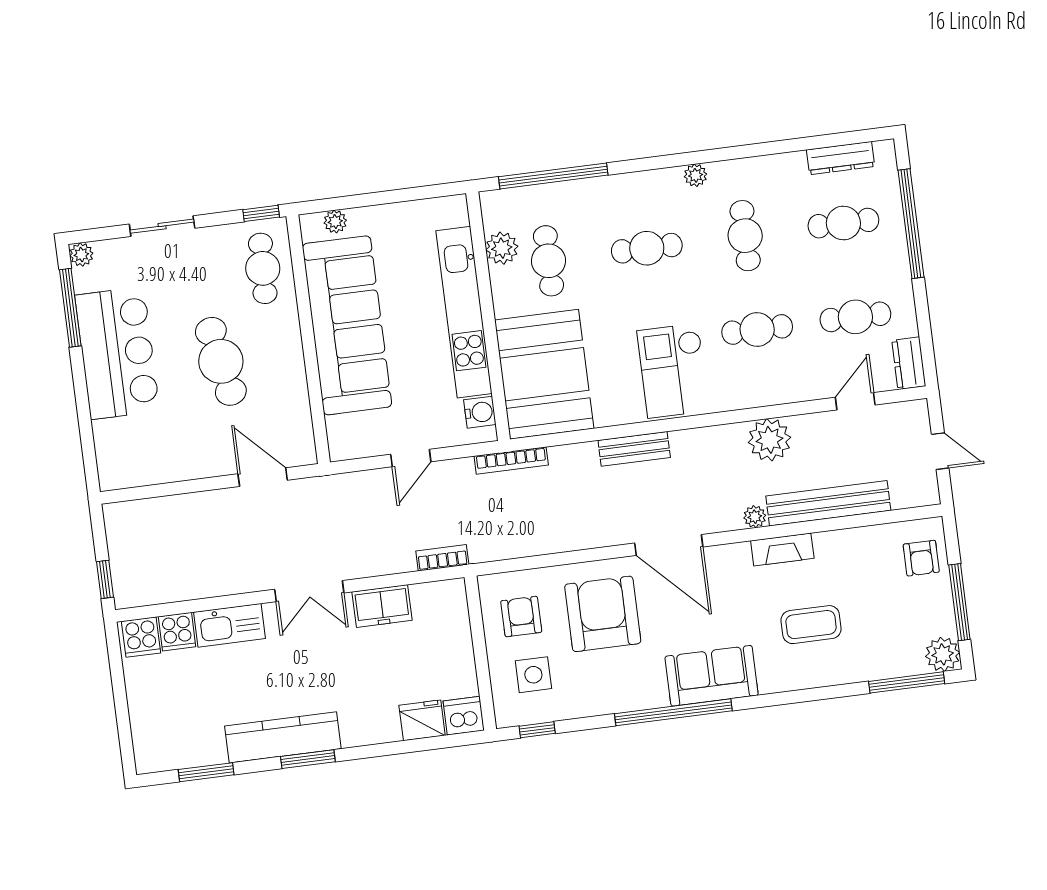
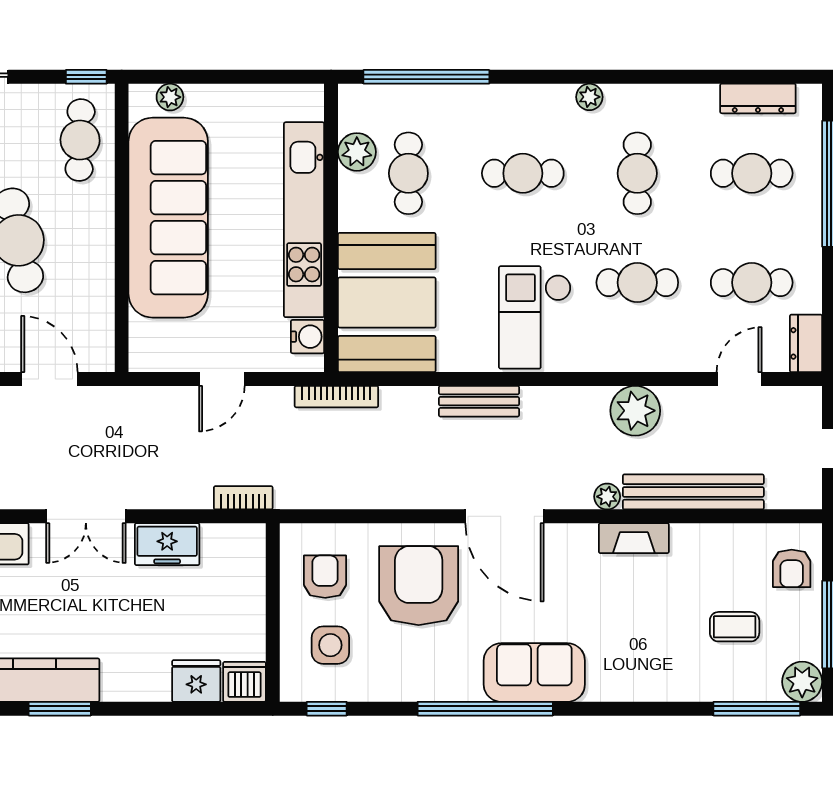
coffee table: (811, 625) -> (735, 627), moved, width x0.73, depth x0.77

